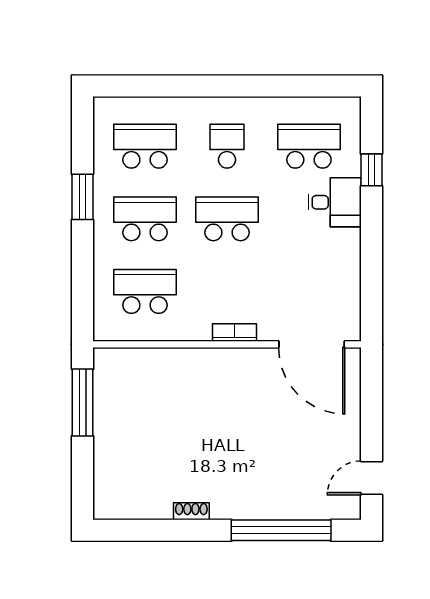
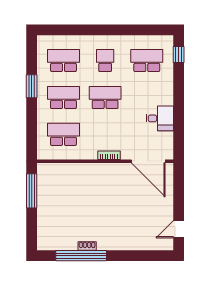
window: (371, 170) -> (179, 54), moved
desk: (335, 202) -> (160, 118), moved
window: (281, 530) -> (81, 256), moved

